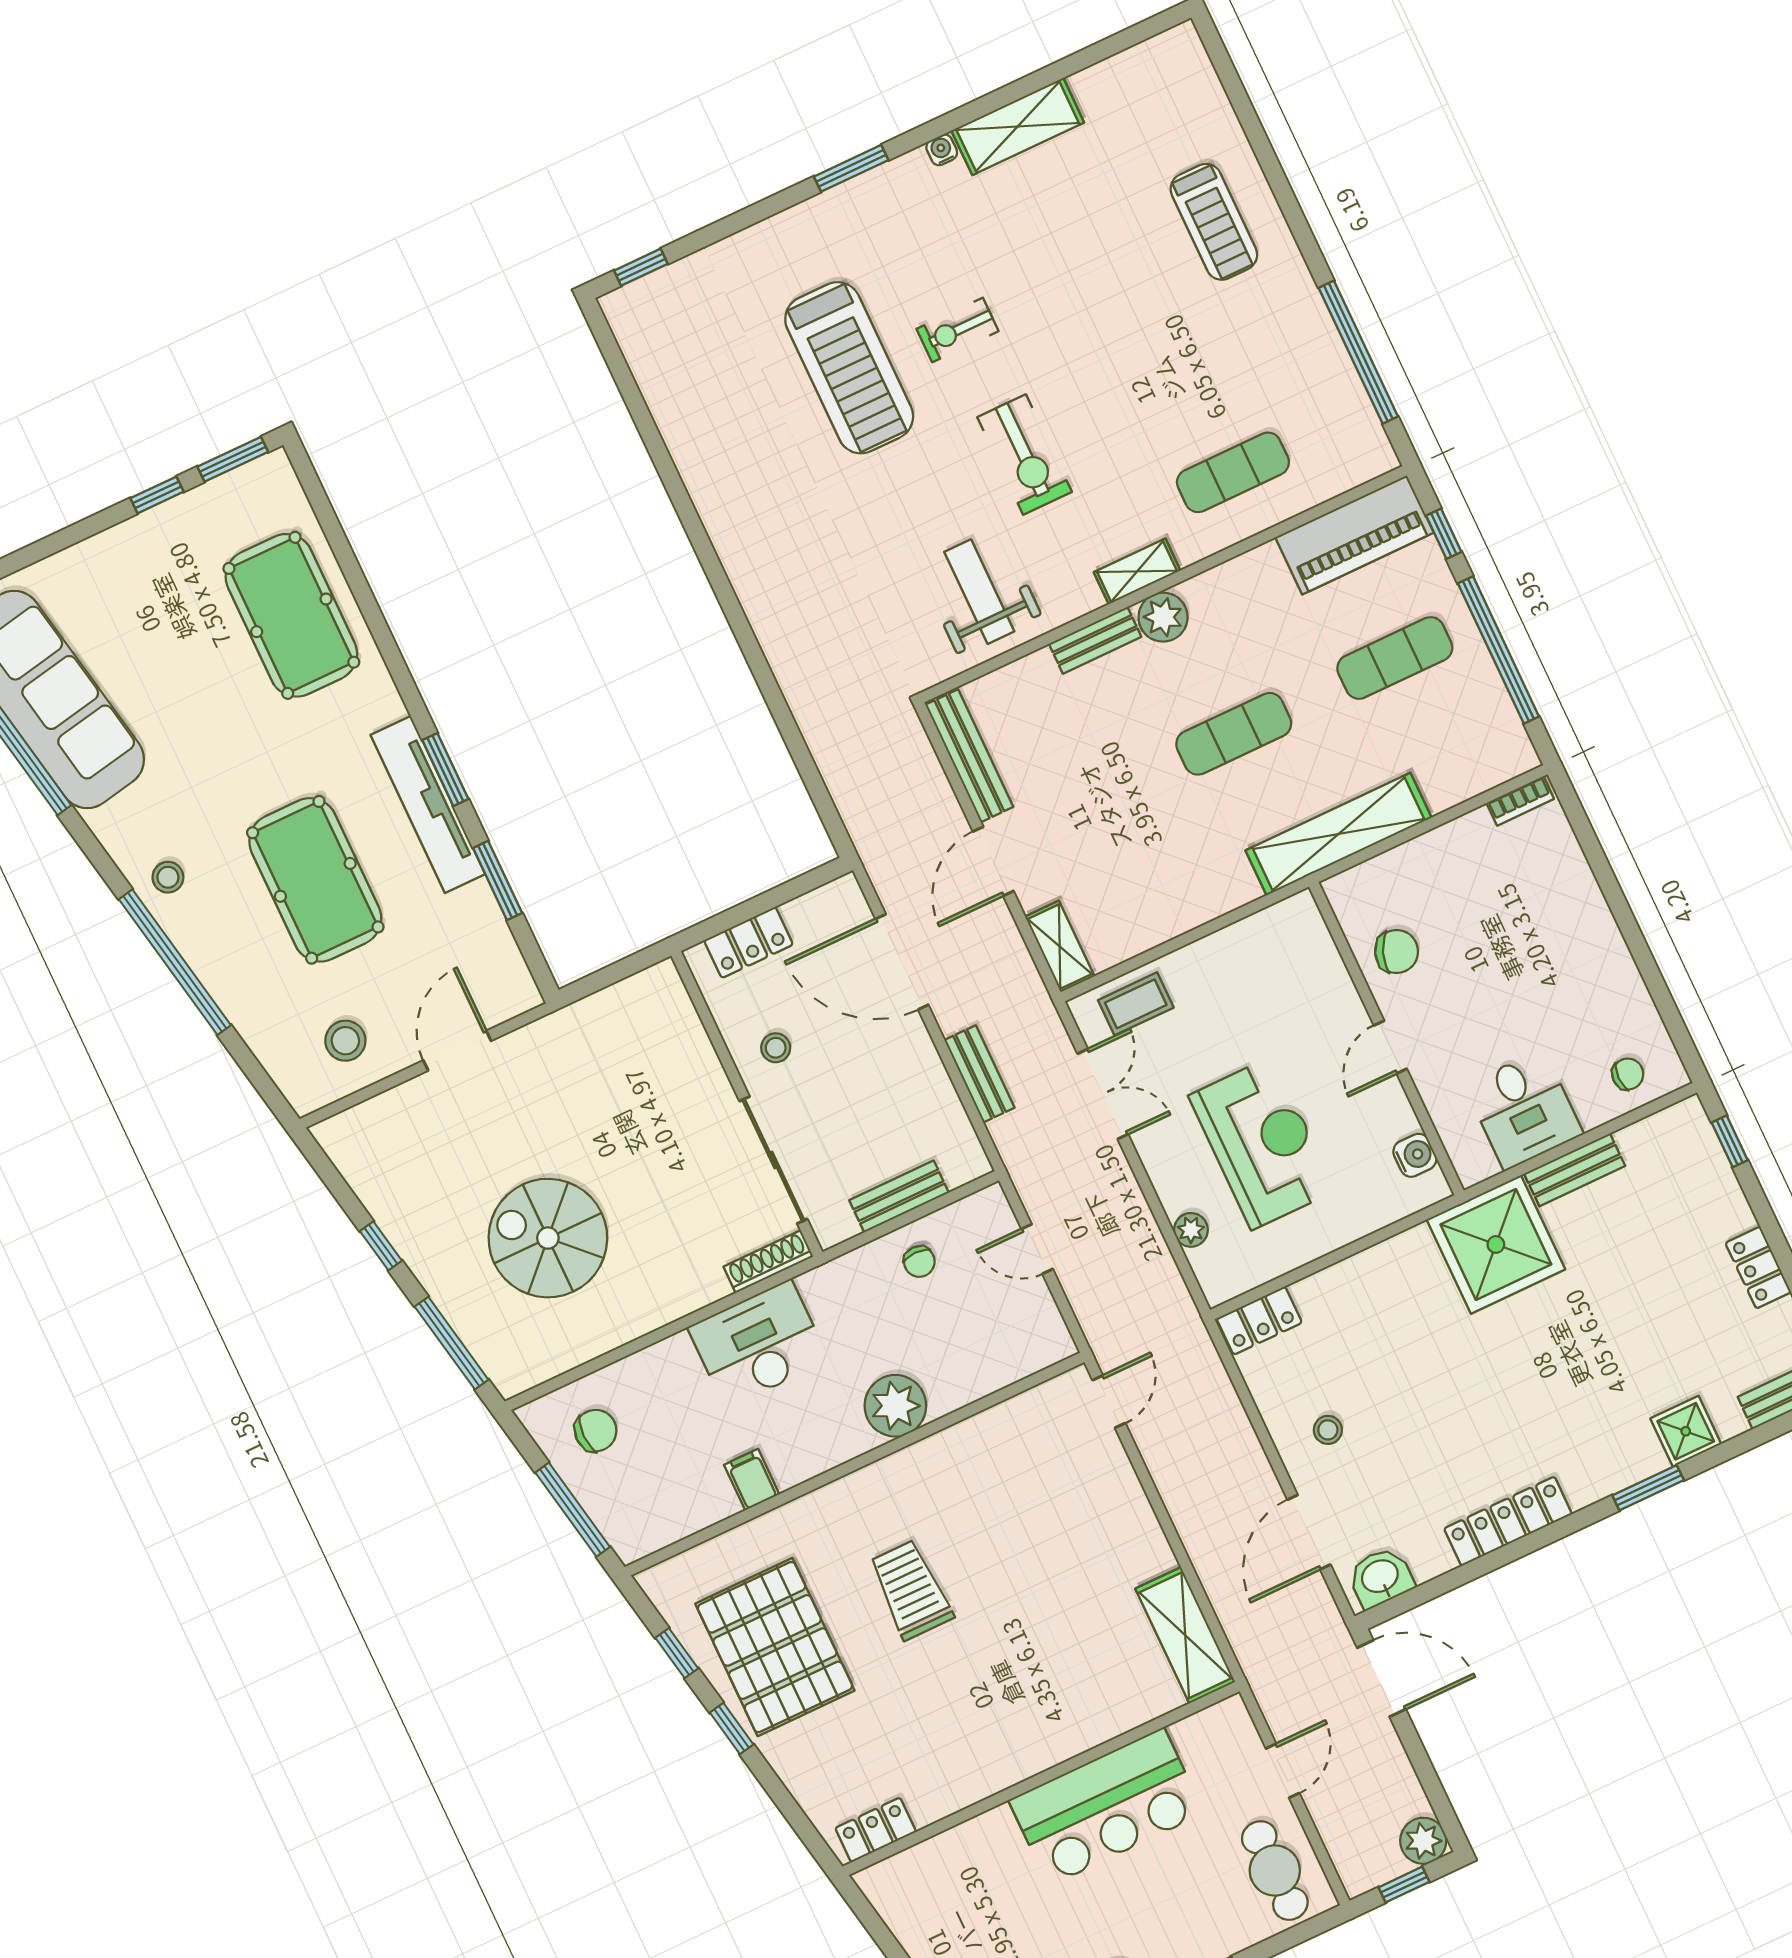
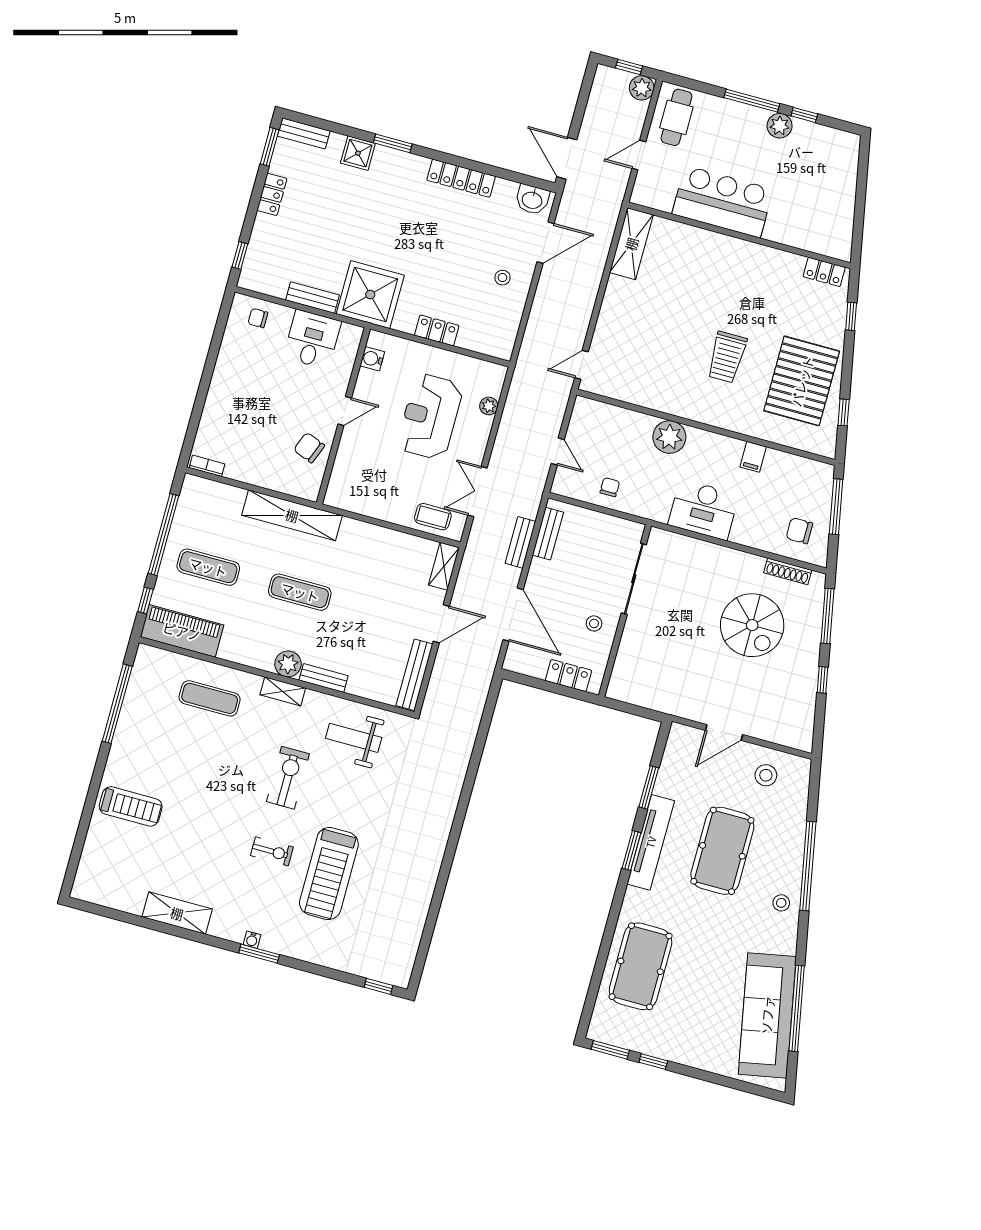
water cooler: (942, 150) -> (252, 940), moved
treadmill: (1214, 222) -> (131, 806), turned 90
treadmill: (849, 368) -> (329, 874), turned 180
weight bench: (979, 592) -> (354, 738), turned 90
bench: (899, 1196) -> (548, 534), moved, turned 90
shoe rack: (768, 1262) -> (788, 571), moved
locker: (1259, 1321) -> (437, 330), moved
window: (732, 1729) -> (851, 316), moved
plant: (1423, 1841) -> (642, 88), moved

